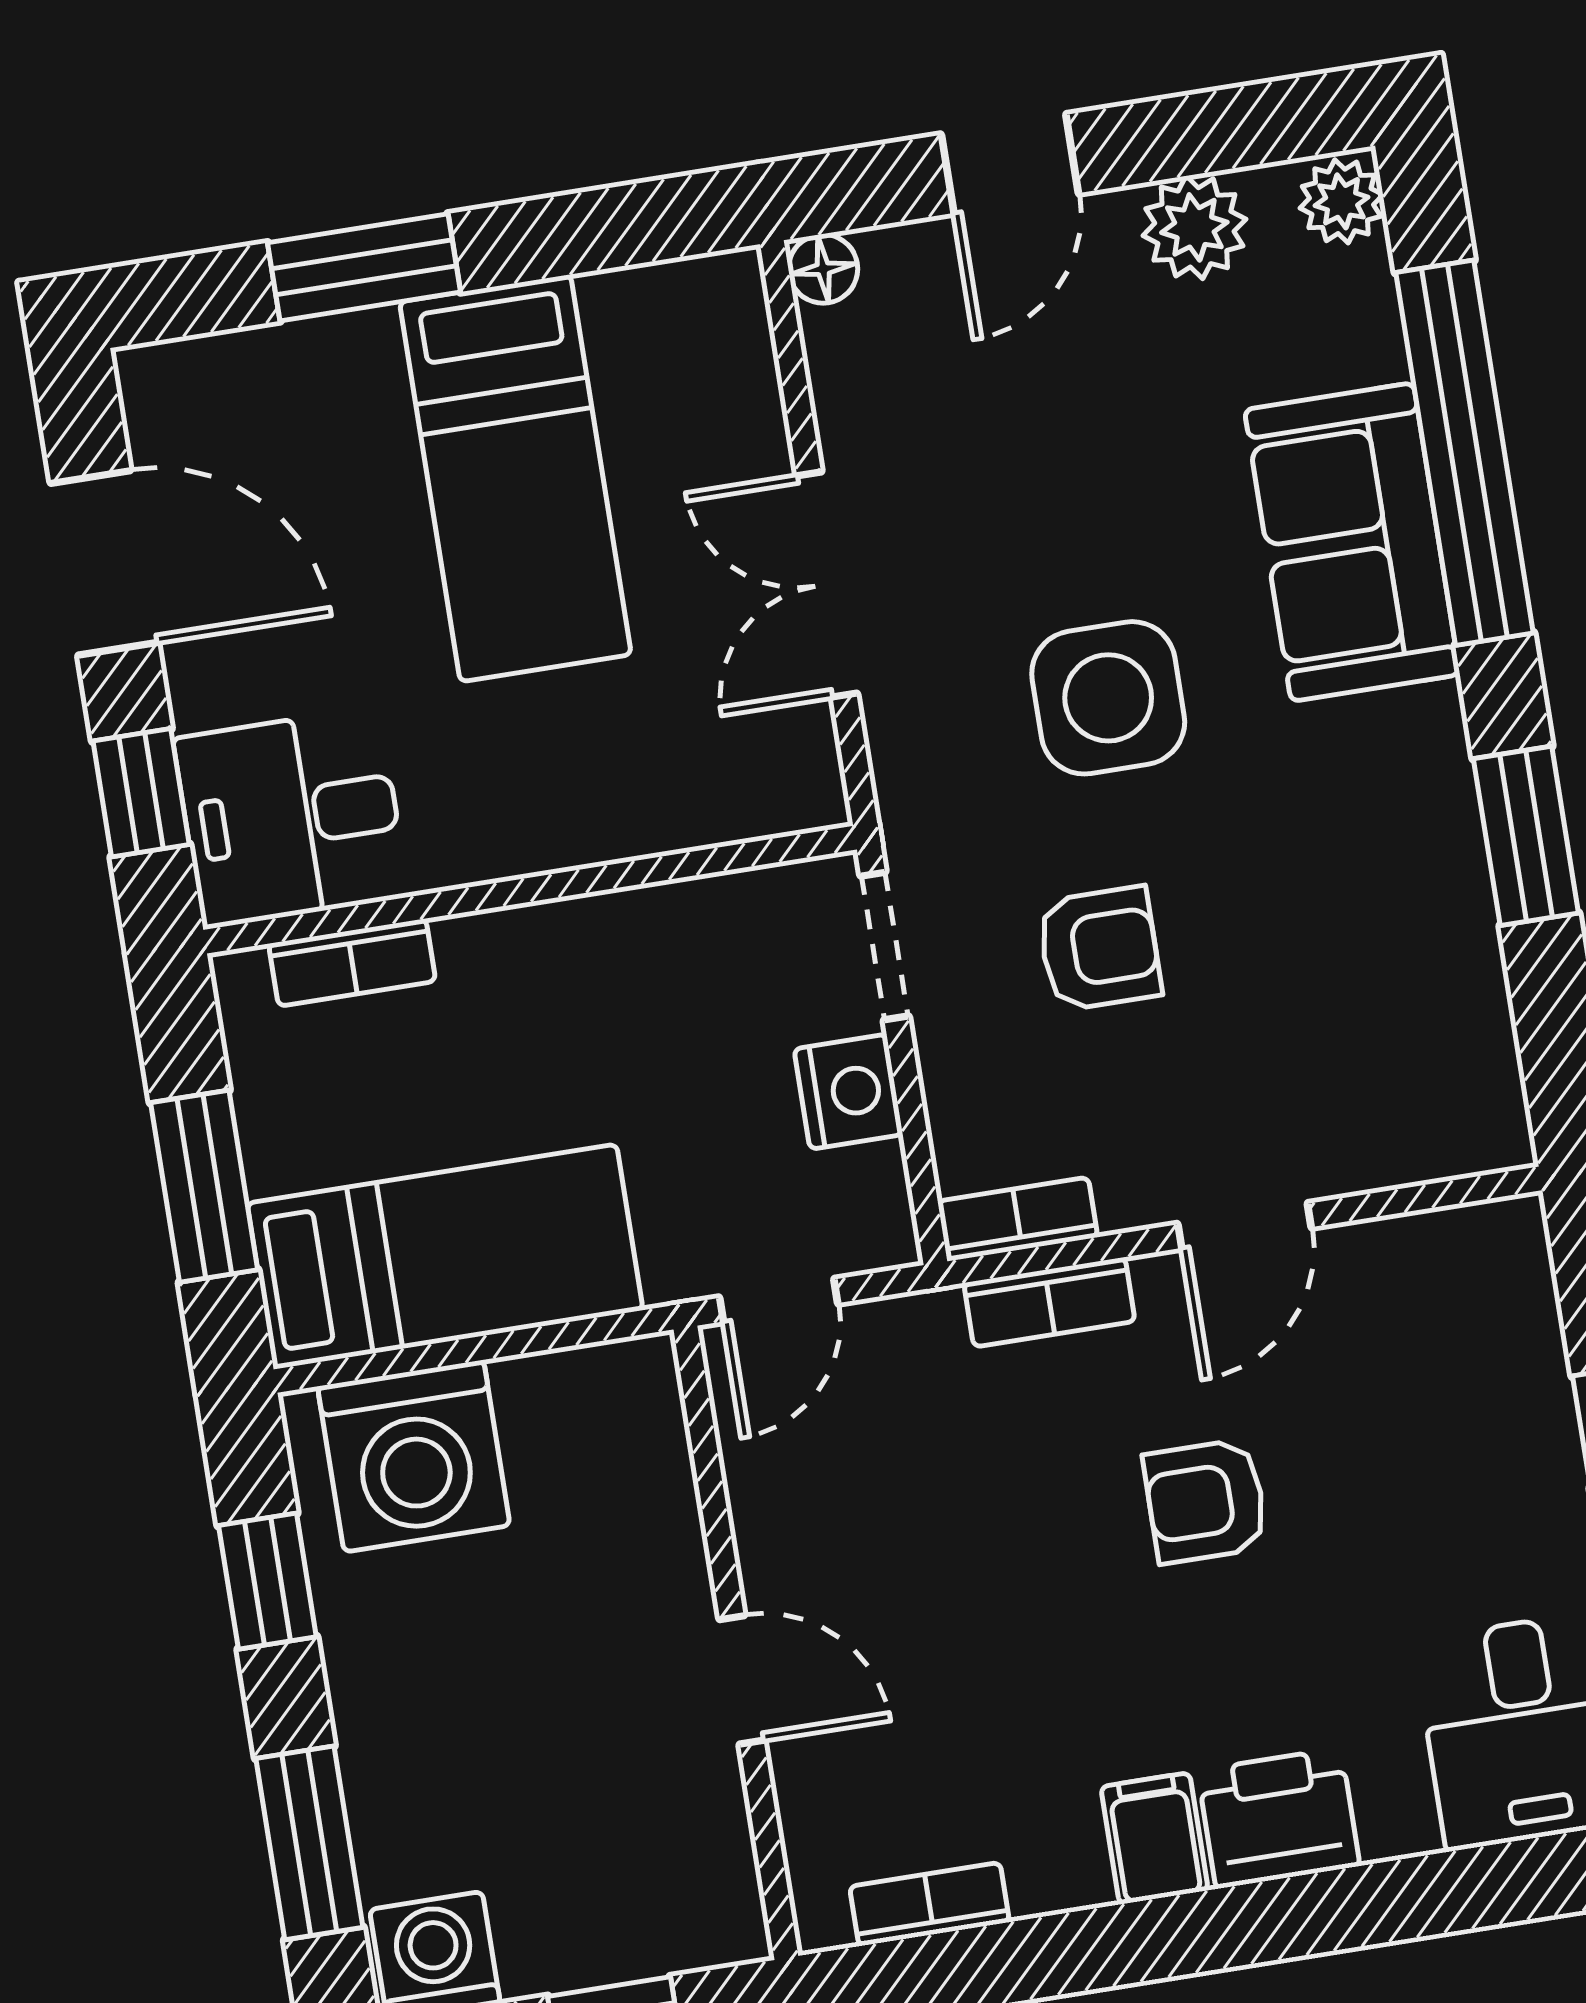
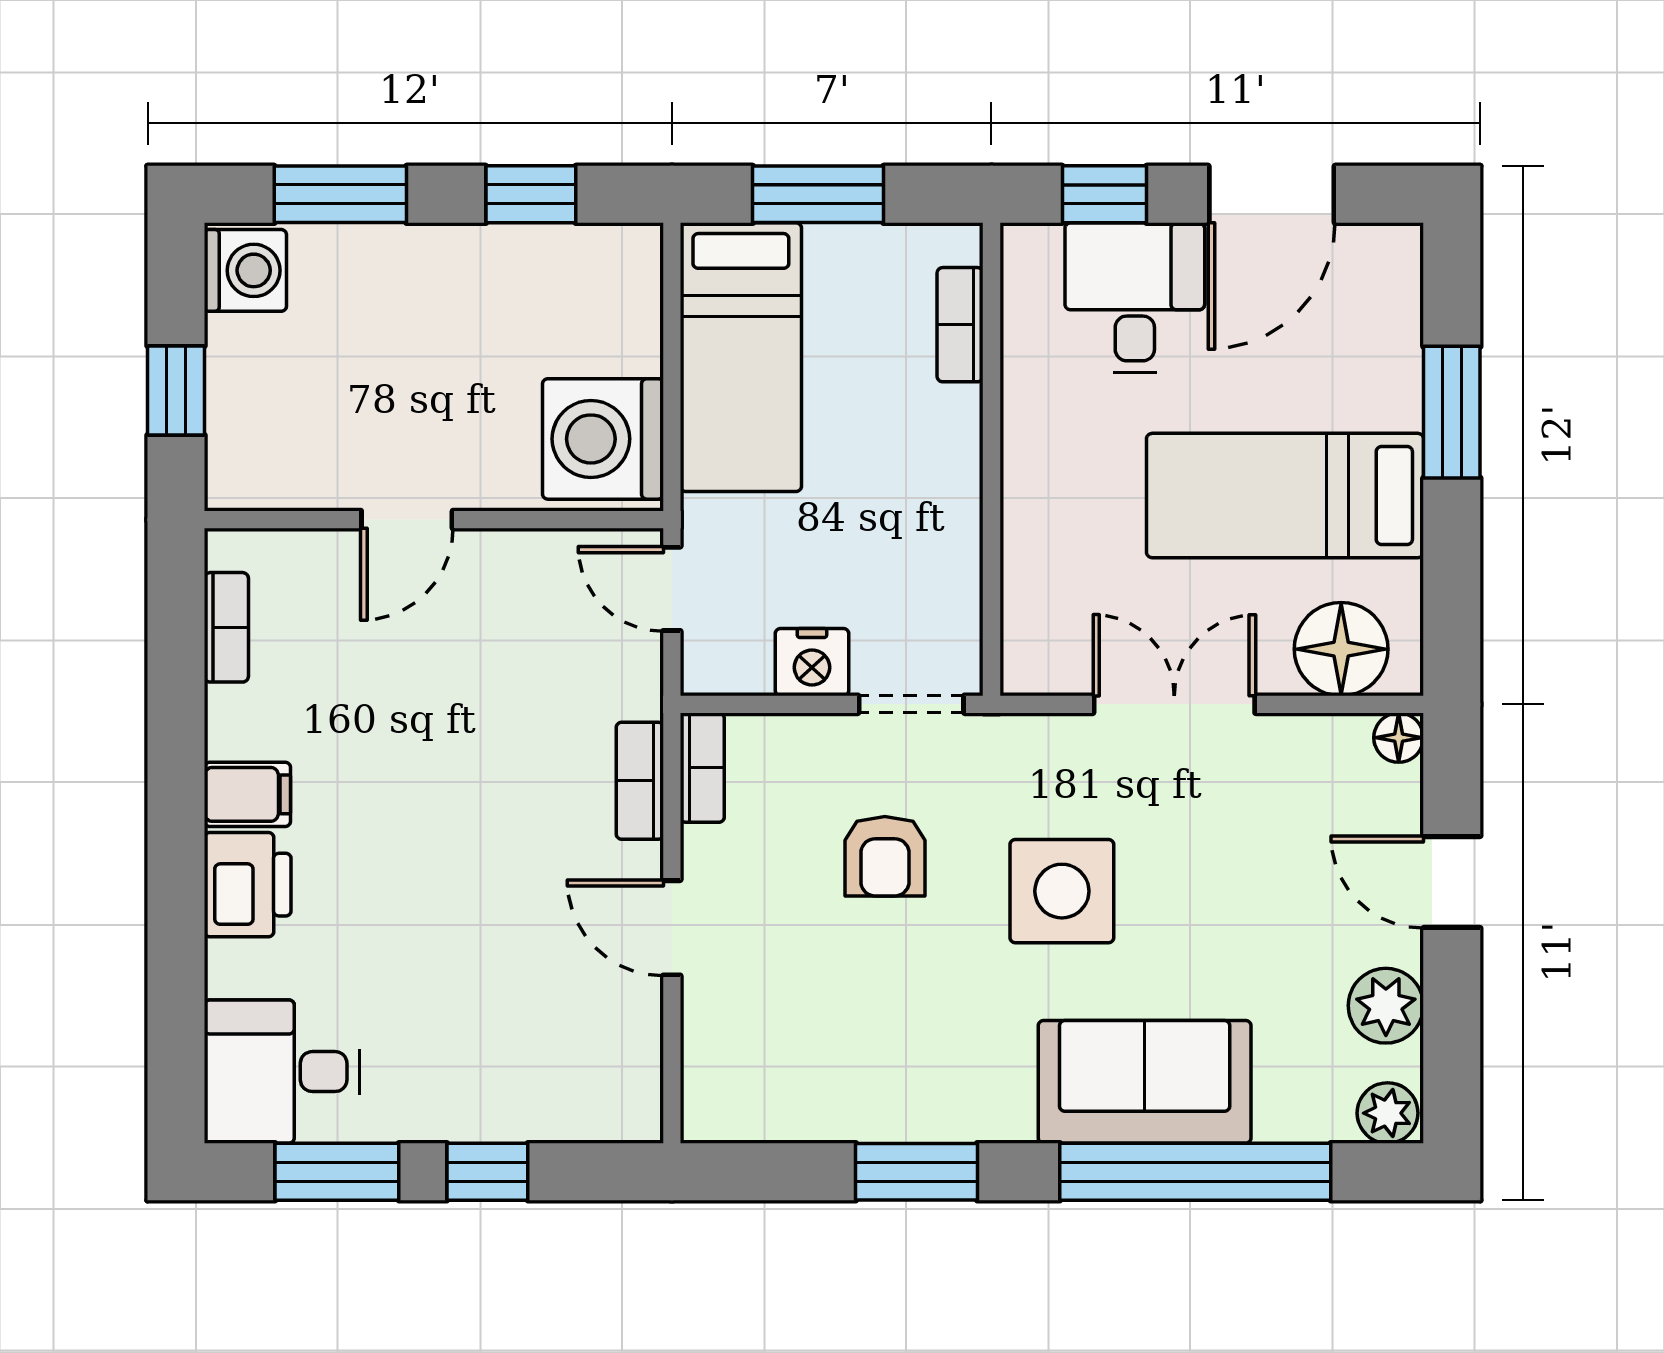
floor lamp: (714, 367) -> (1341, 649), added
desk: (291, 818) -> (1135, 298), moved
washing machine: (414, 1456) -> (603, 439), moved
armchair: (1206, 1501) -> (481, 869), removed

